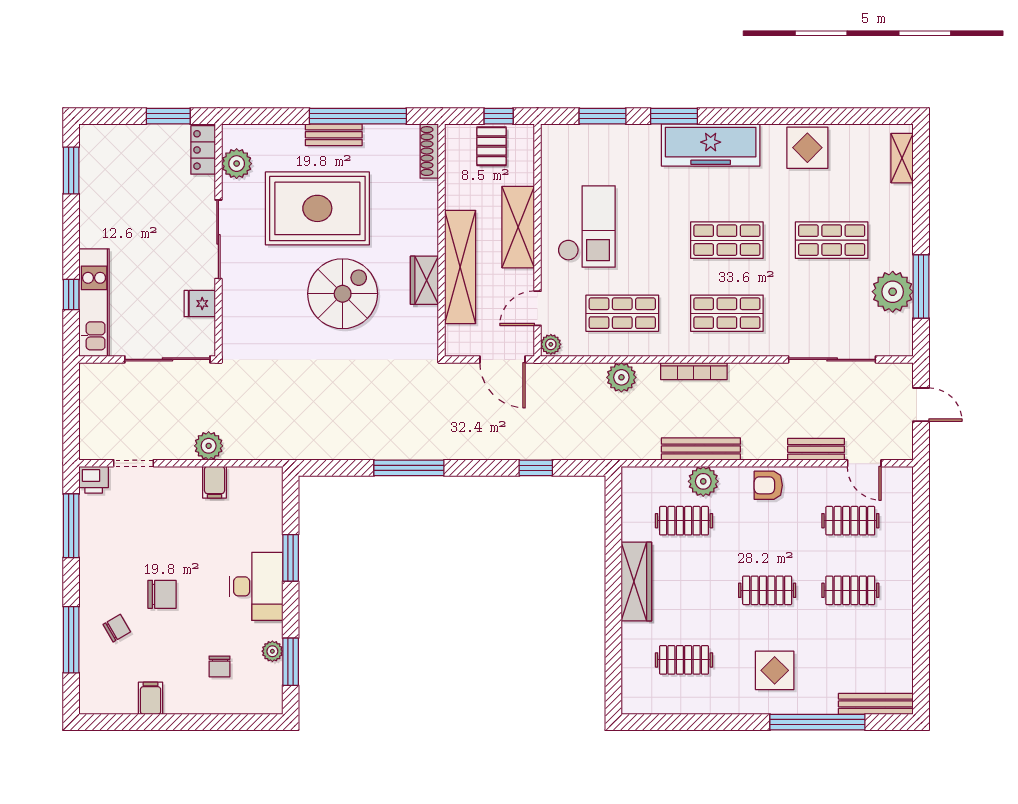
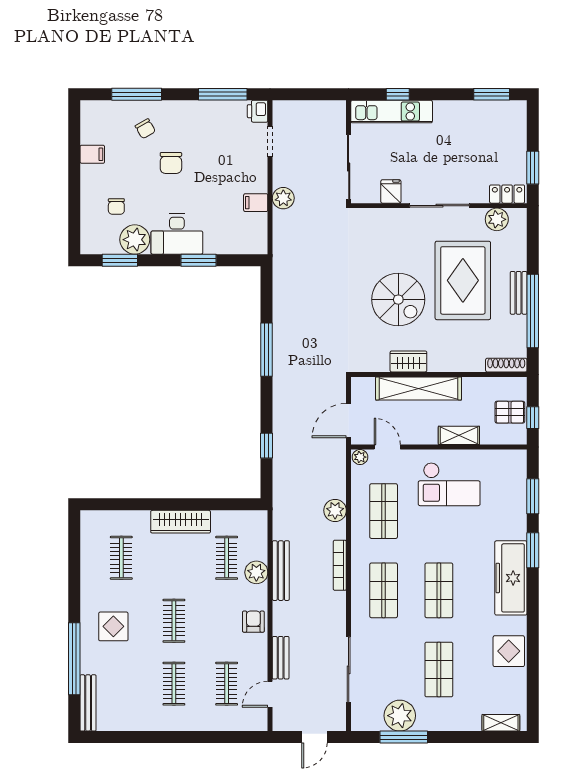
shelving: (518, 227) -> (459, 435), width x0.67, depth x0.75
plant: (272, 651) -> (135, 240), width x1.87, depth x1.87
chair: (220, 666) -> (116, 206), turned -90

